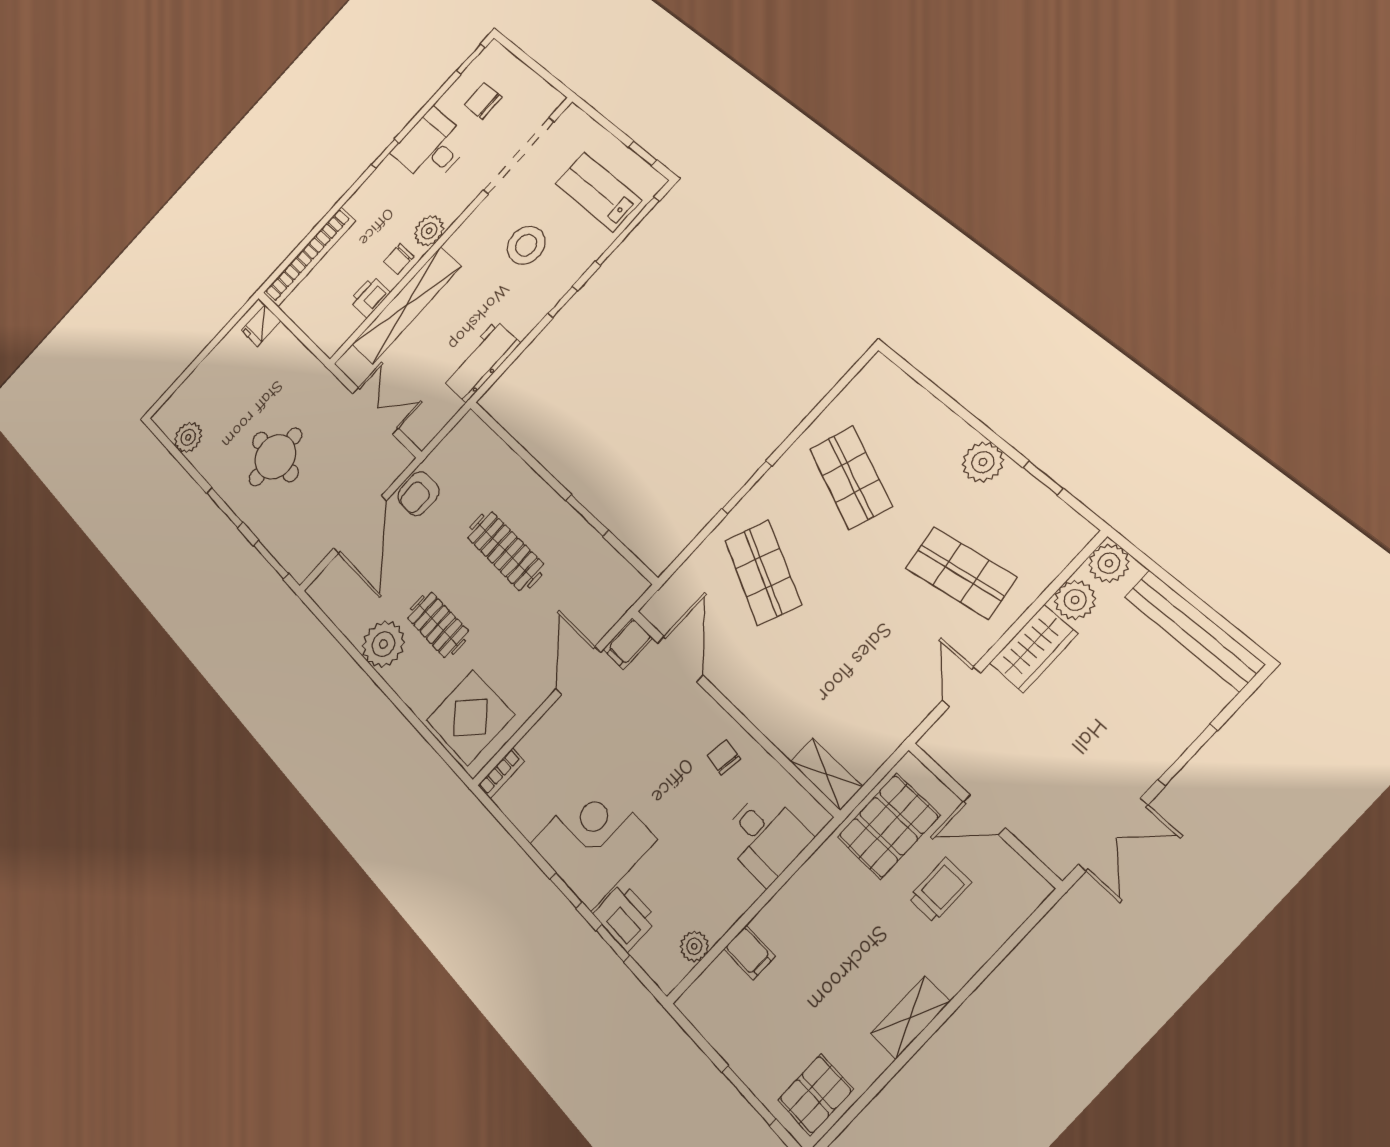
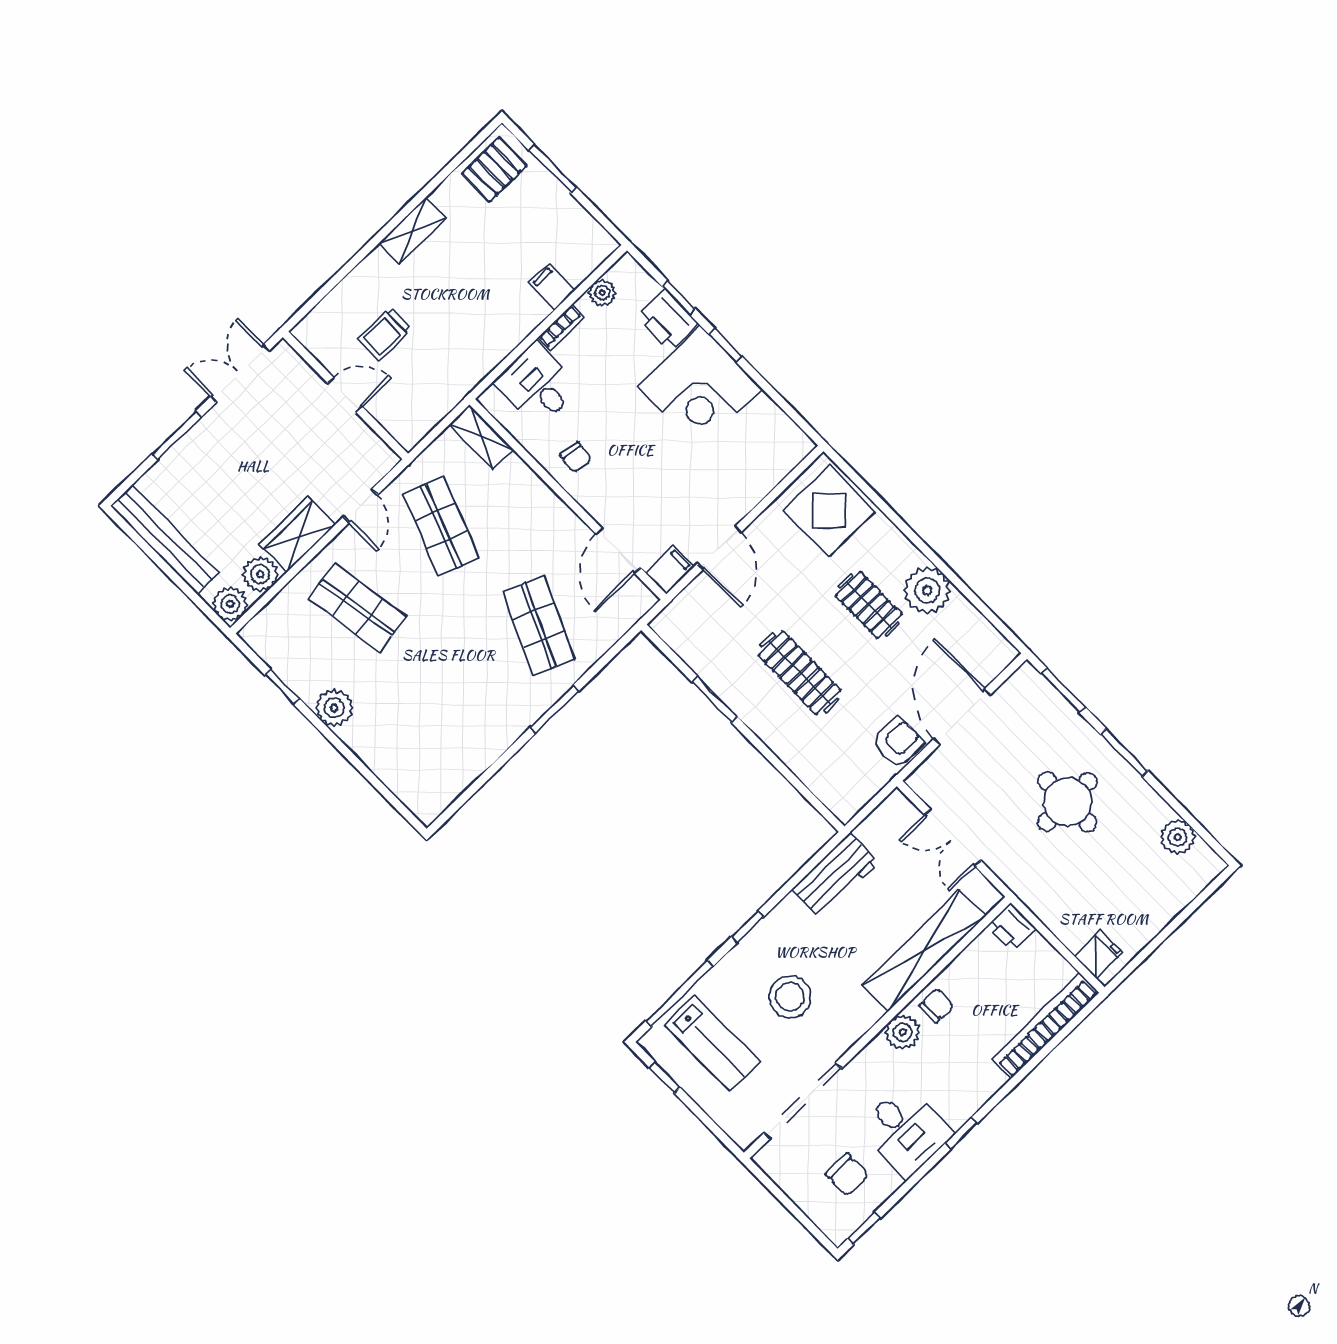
printer: (370, 297) -> (1012, 927), moved, turned 90
shop shelf: (851, 477) -> (441, 526), moved
bookcase: (501, 773) -> (561, 328), moved, turned 180
pallet: (889, 826) -> (427, 389), removed

